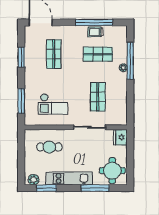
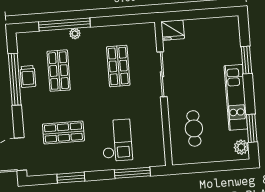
shop shelf: (98, 97) -> (118, 66), turned 90
checkout: (53, 104) -> (117, 140), moved
round table: (112, 171) -> (220, 38), removed
window: (95, 188) -> (246, 60), width x0.69

